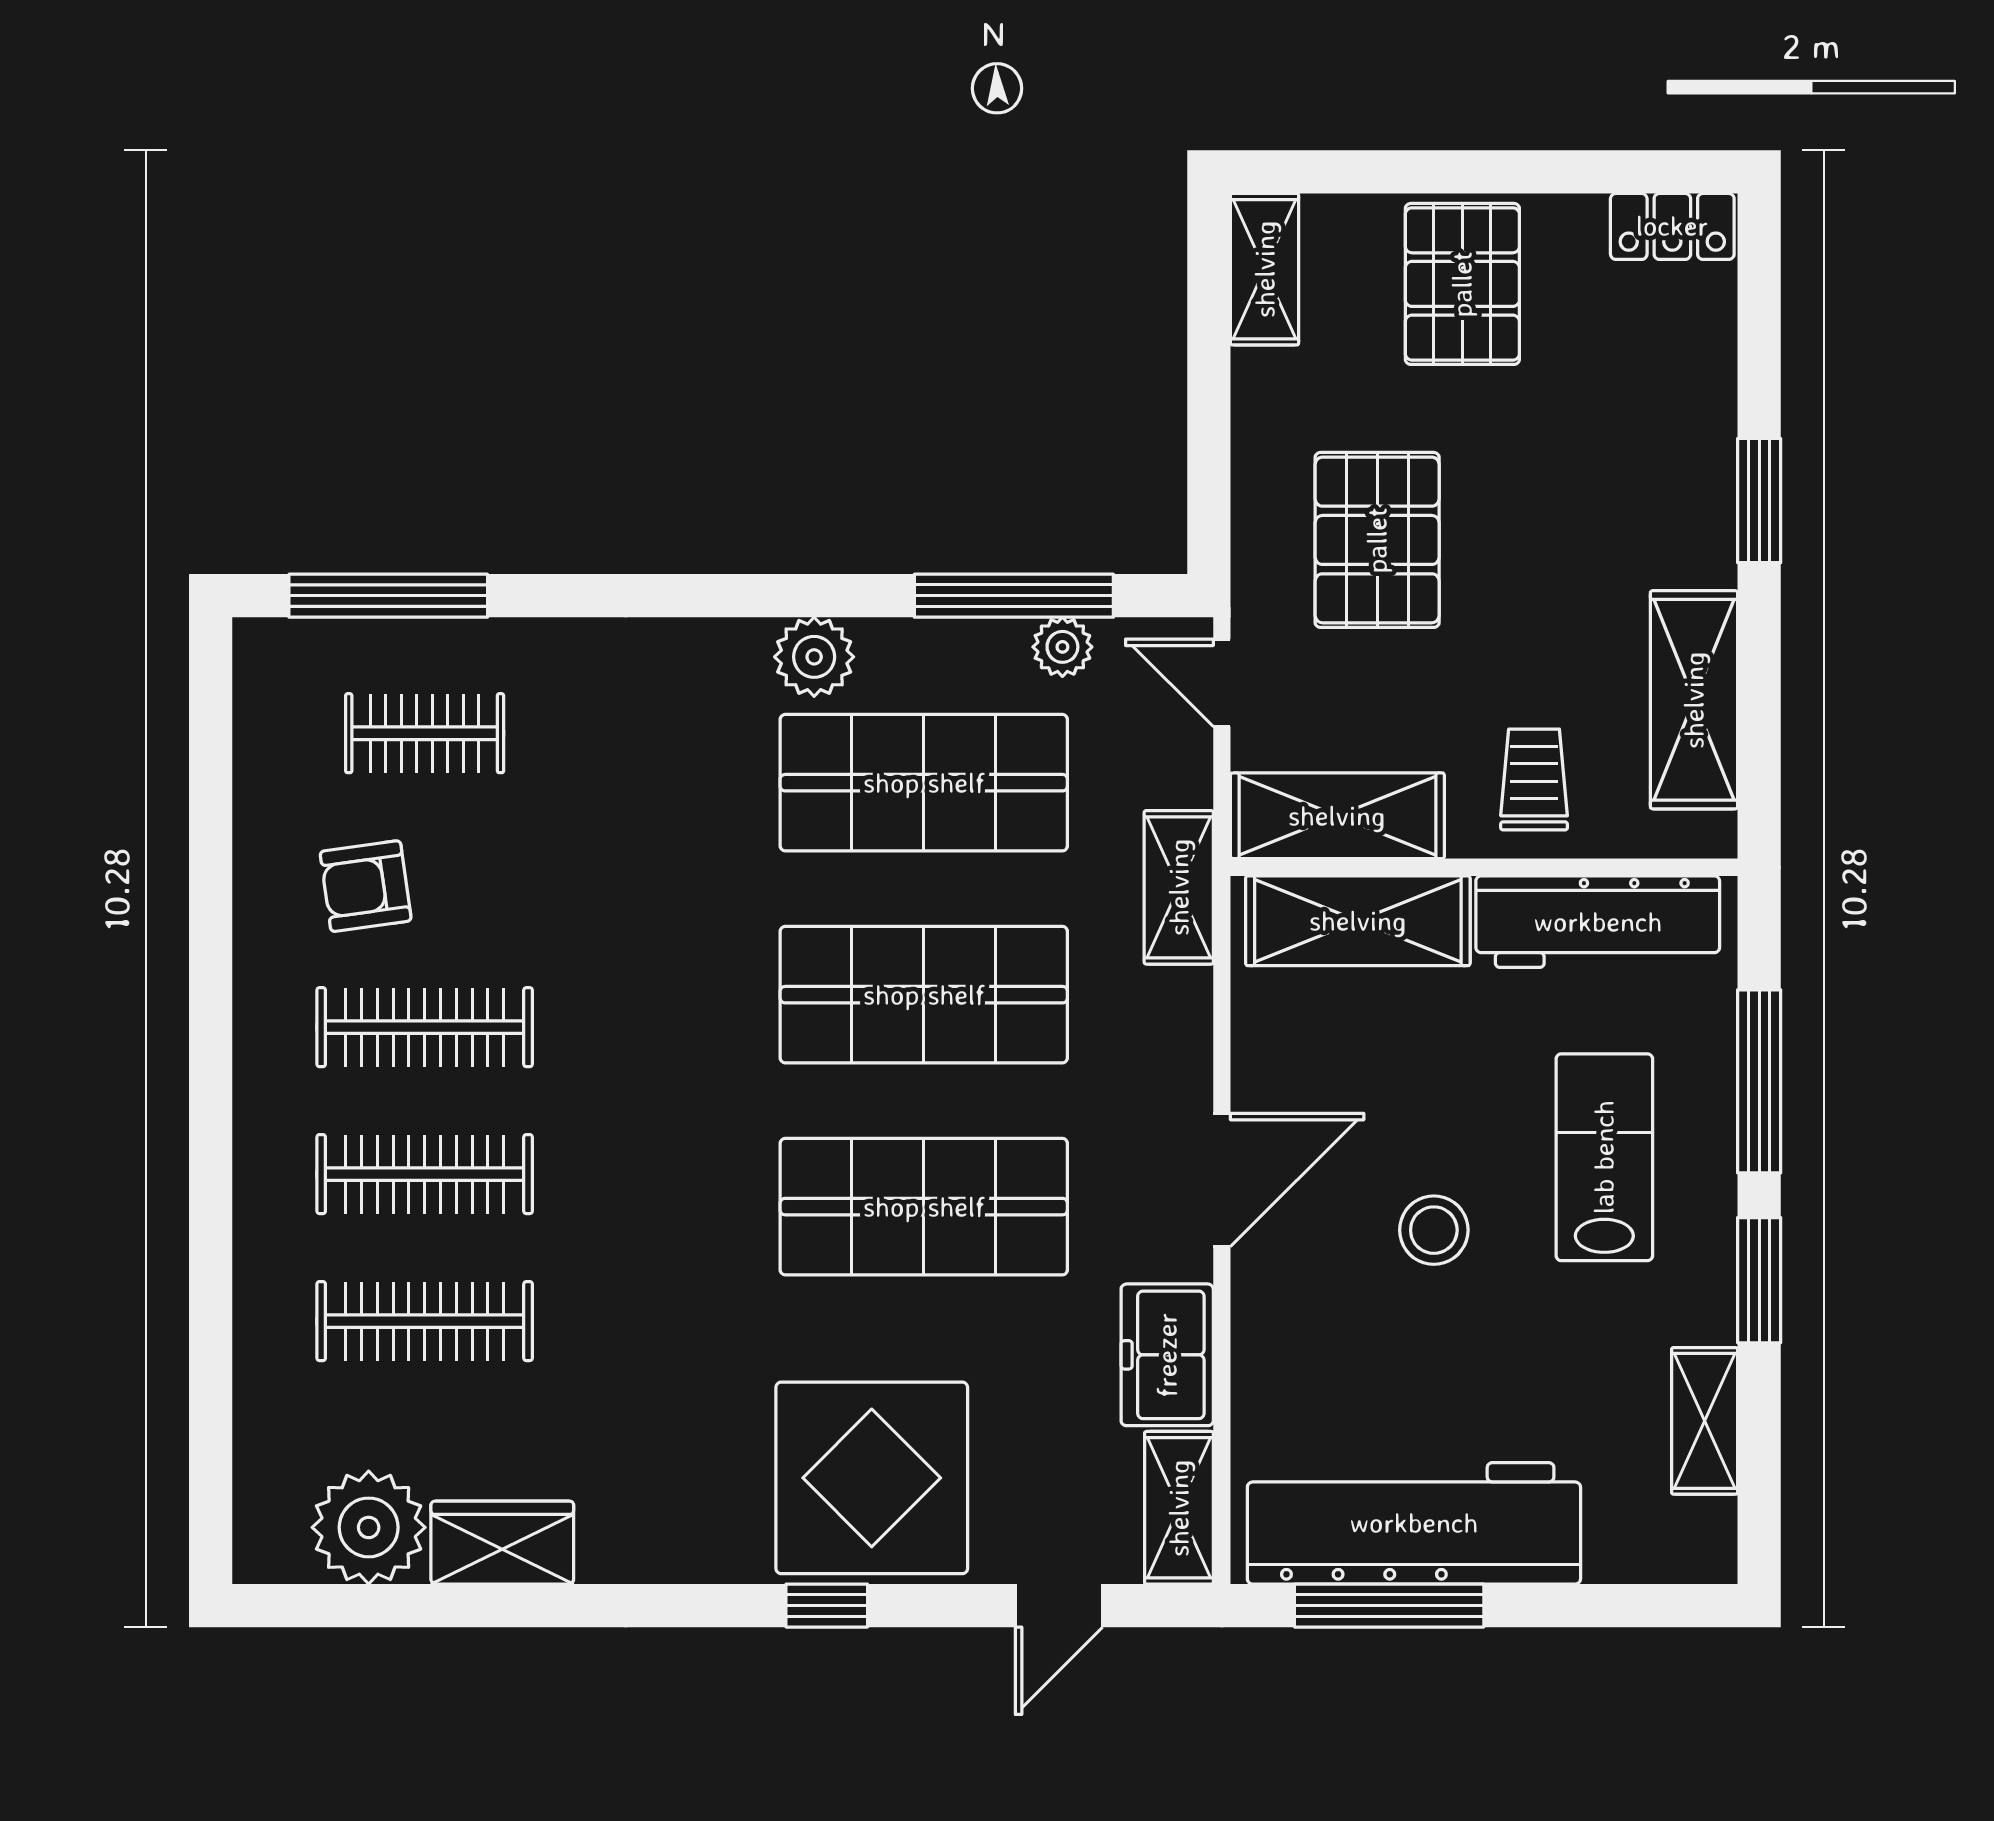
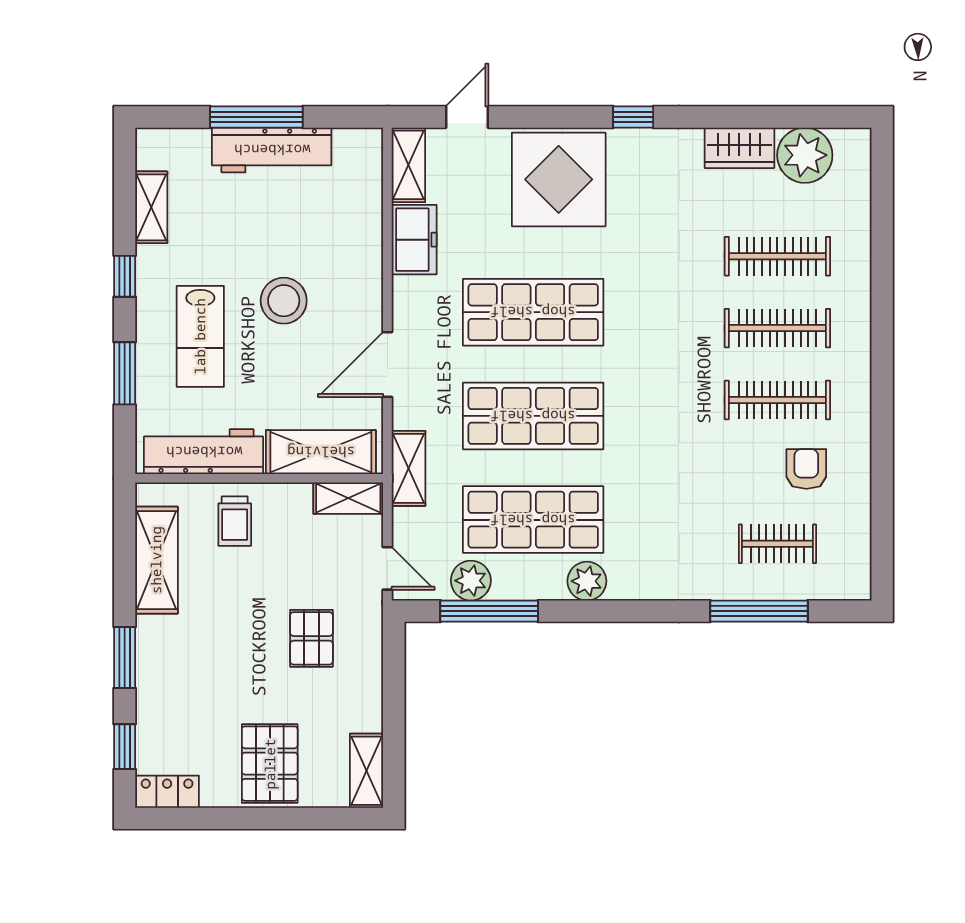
window: (1759, 318) -> (125, 747), added
pallet: (1377, 540) -> (311, 638), width x0.67, depth x0.71
window: (388, 596) -> (759, 611), moved
plant: (1062, 647) -> (471, 581), width x1.38, depth x1.38
shelving: (1337, 816) -> (348, 498), width x0.67, depth x0.75
armchair: (366, 886) -> (806, 469), turned -82
window: (1759, 1081) -> (125, 373), width x0.69
door: (1222, 1180) -> (387, 365), moved
stool: (1434, 1230) -> (284, 301), width x1.38, depth x1.38
window: (1759, 1280) -> (125, 276), width x0.67
workbench: (1414, 1523) -> (272, 150), width x0.73, depth x0.76
window: (827, 1606) -> (633, 117), moved
window: (1389, 1606) -> (256, 117), moved

